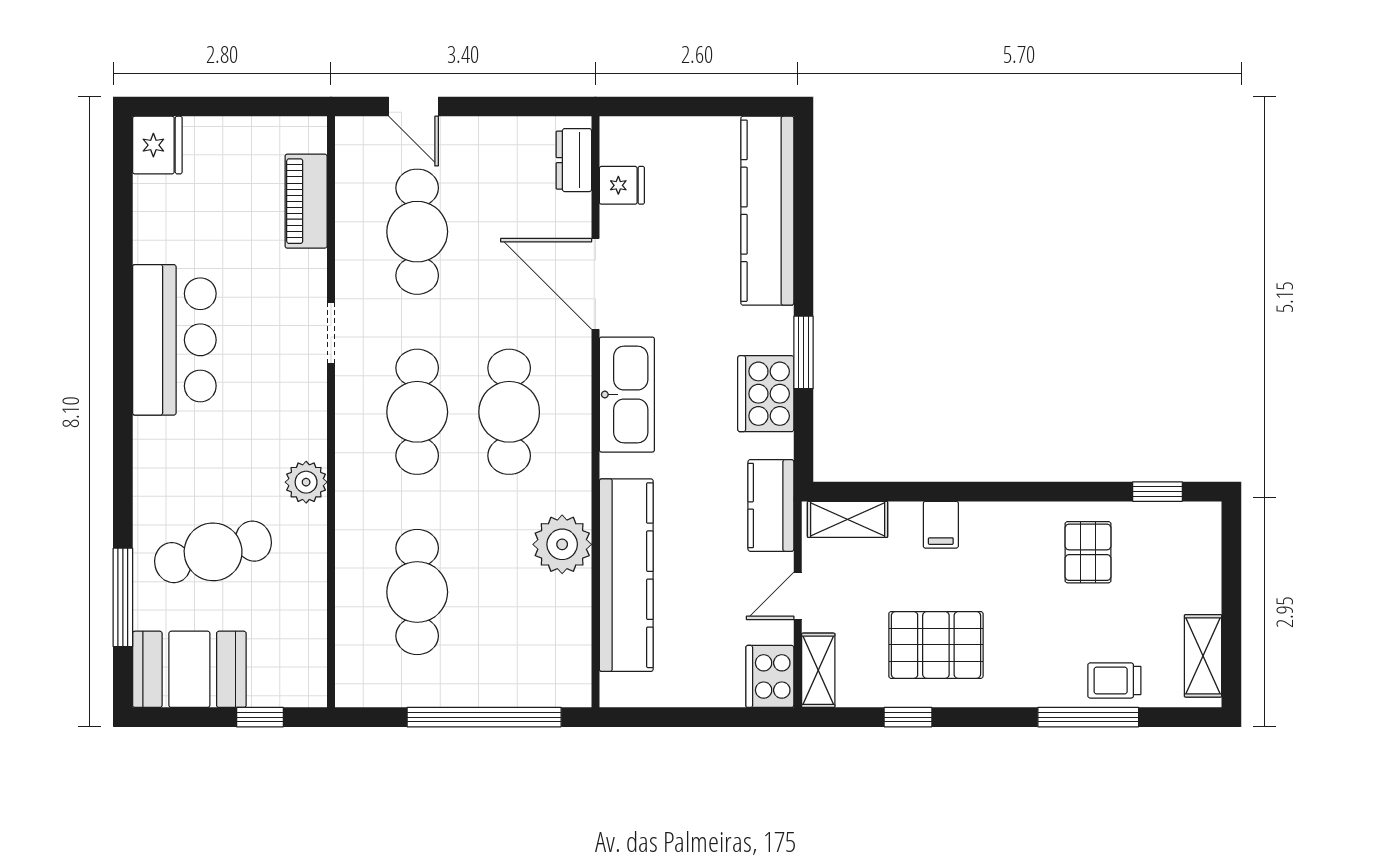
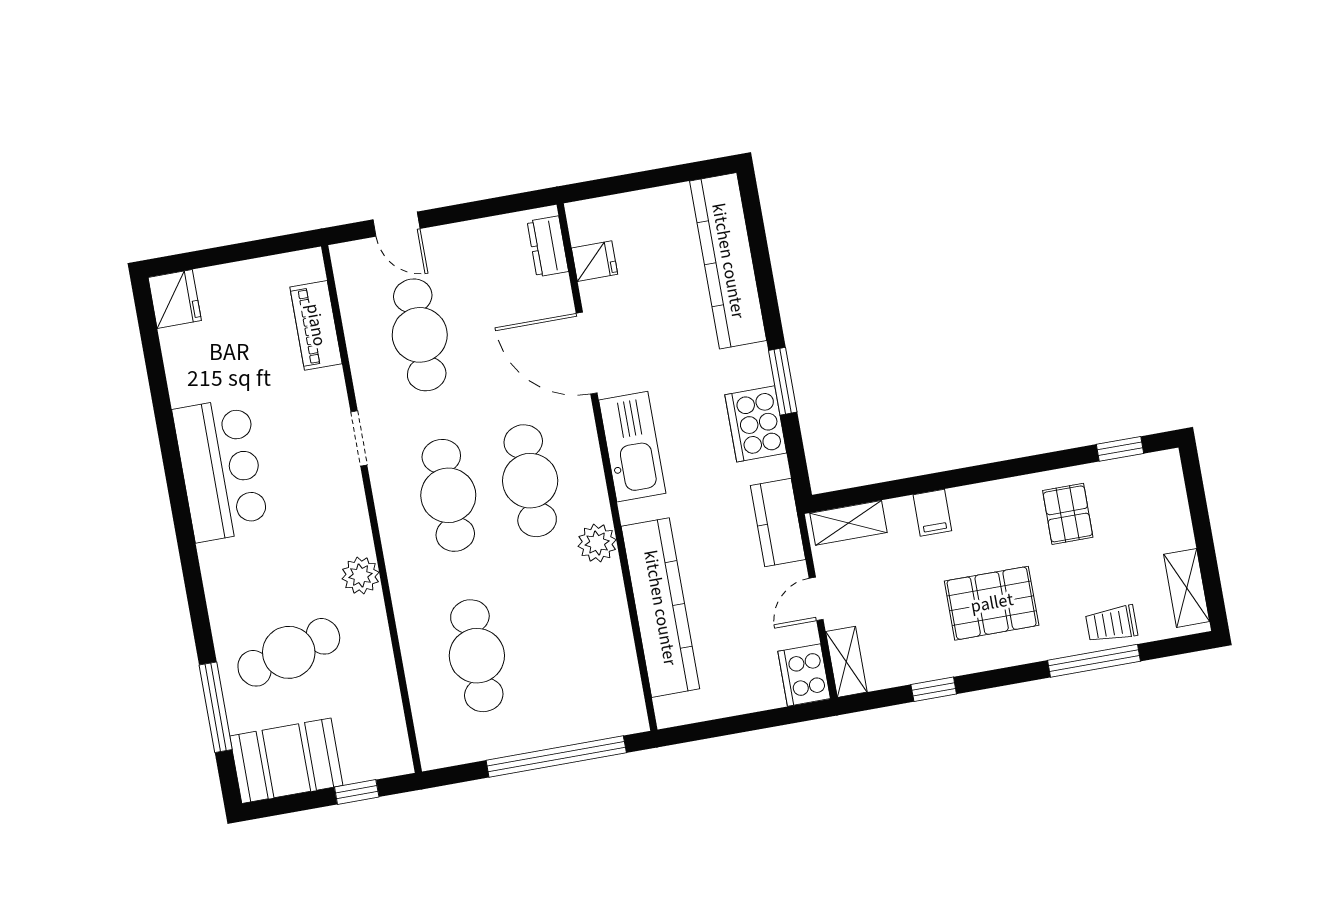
plant: (562, 544) -> (597, 543), moved, width x0.73, depth x0.73
pallet: (936, 645) -> (992, 603), moved

